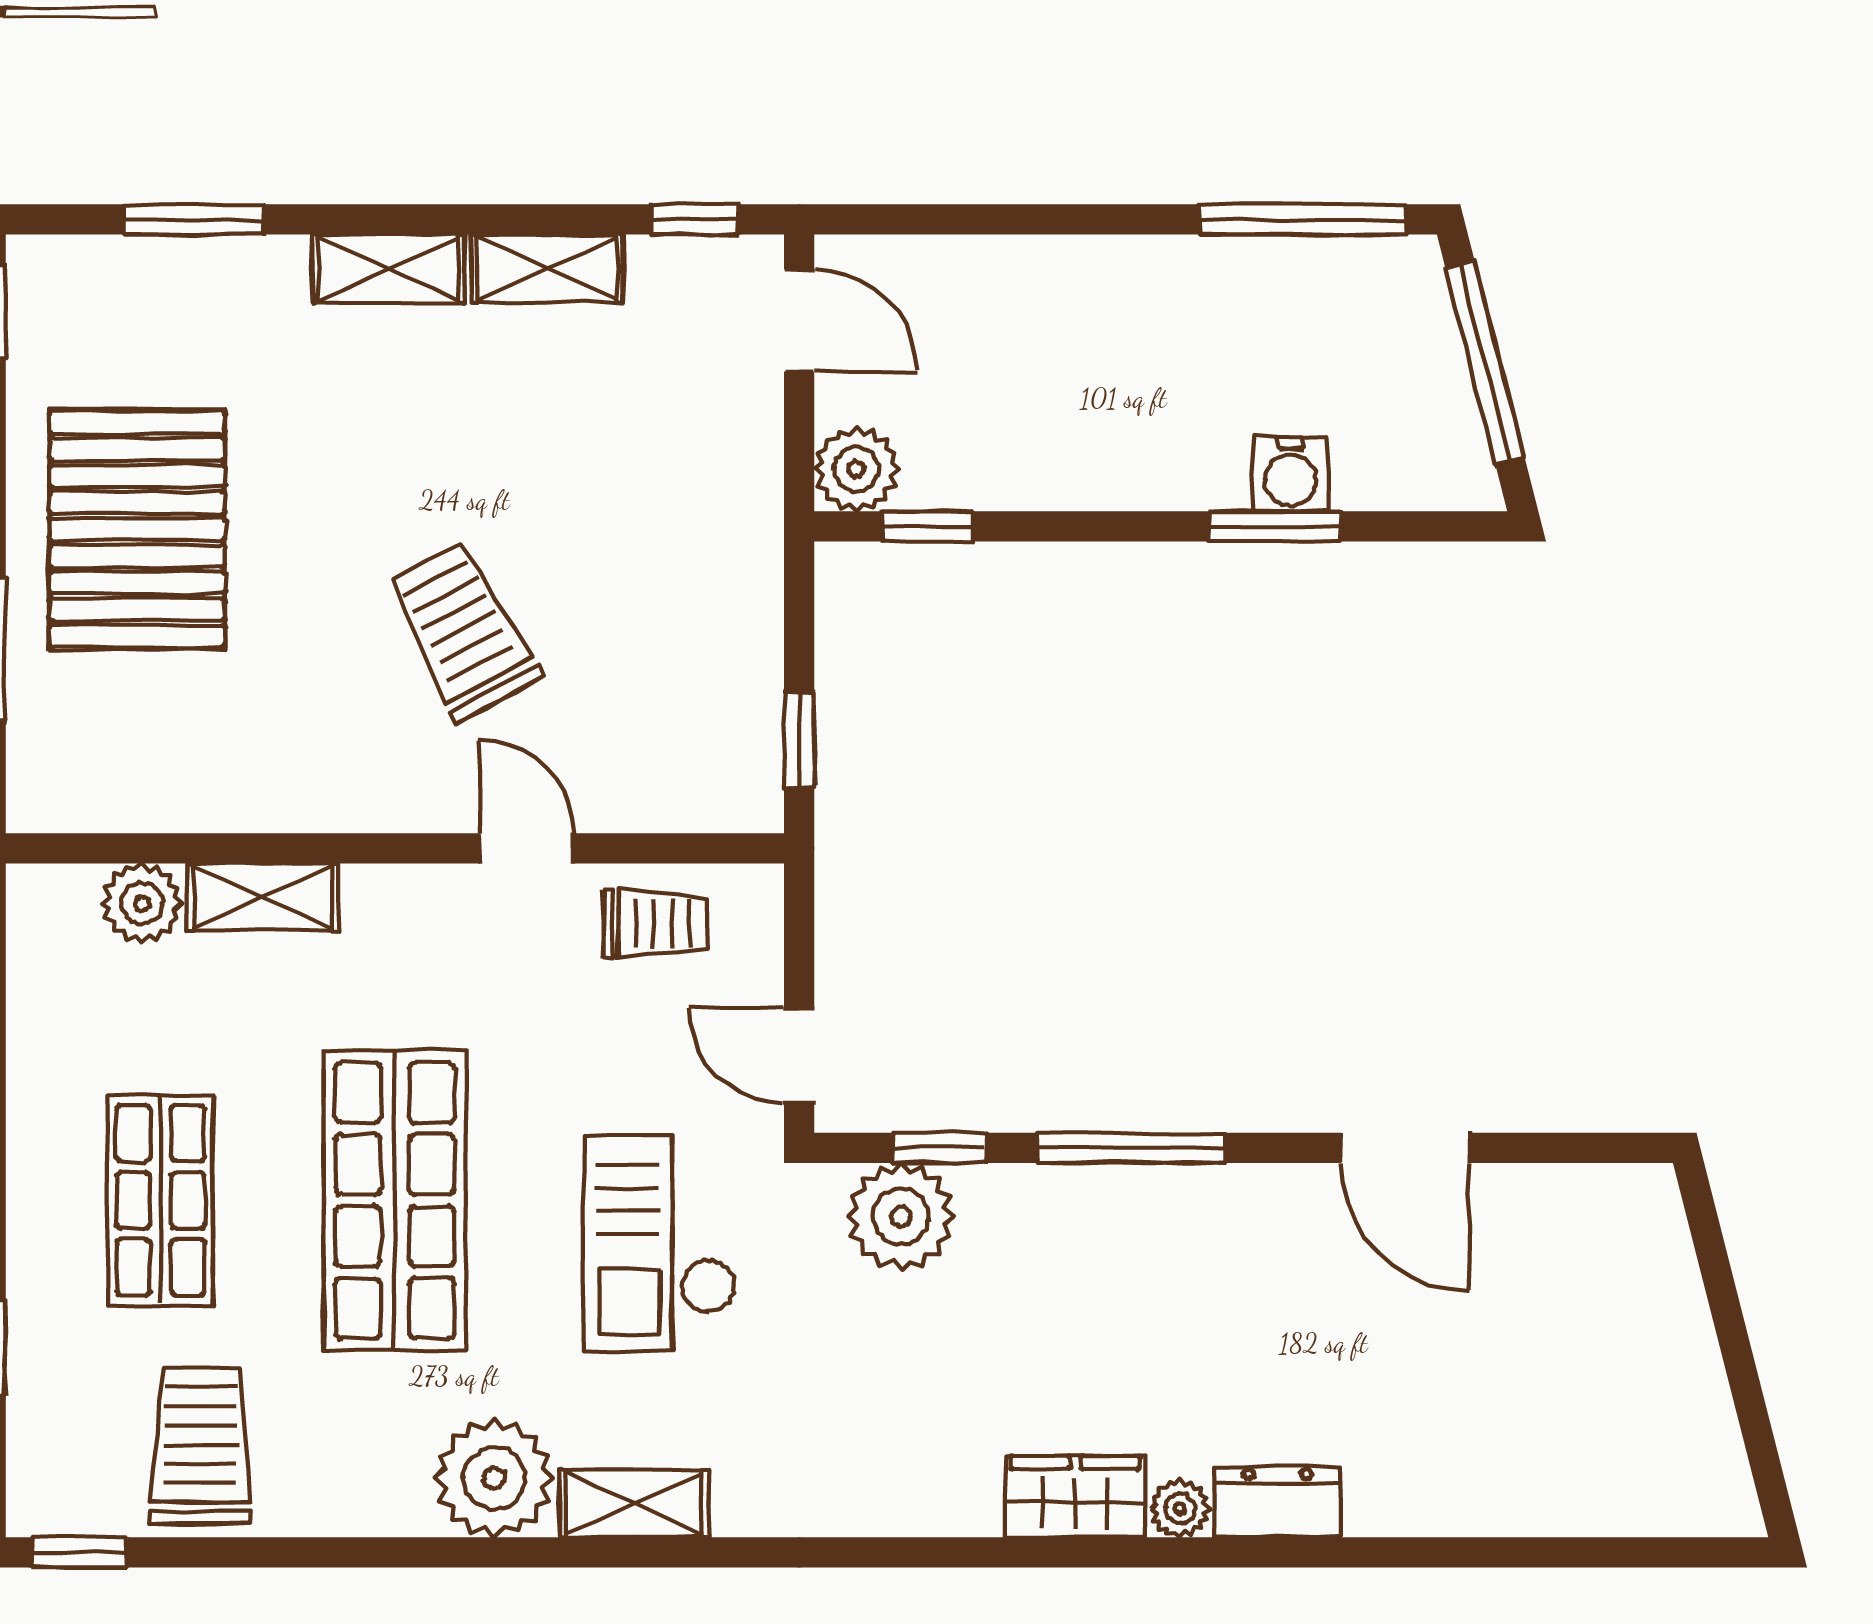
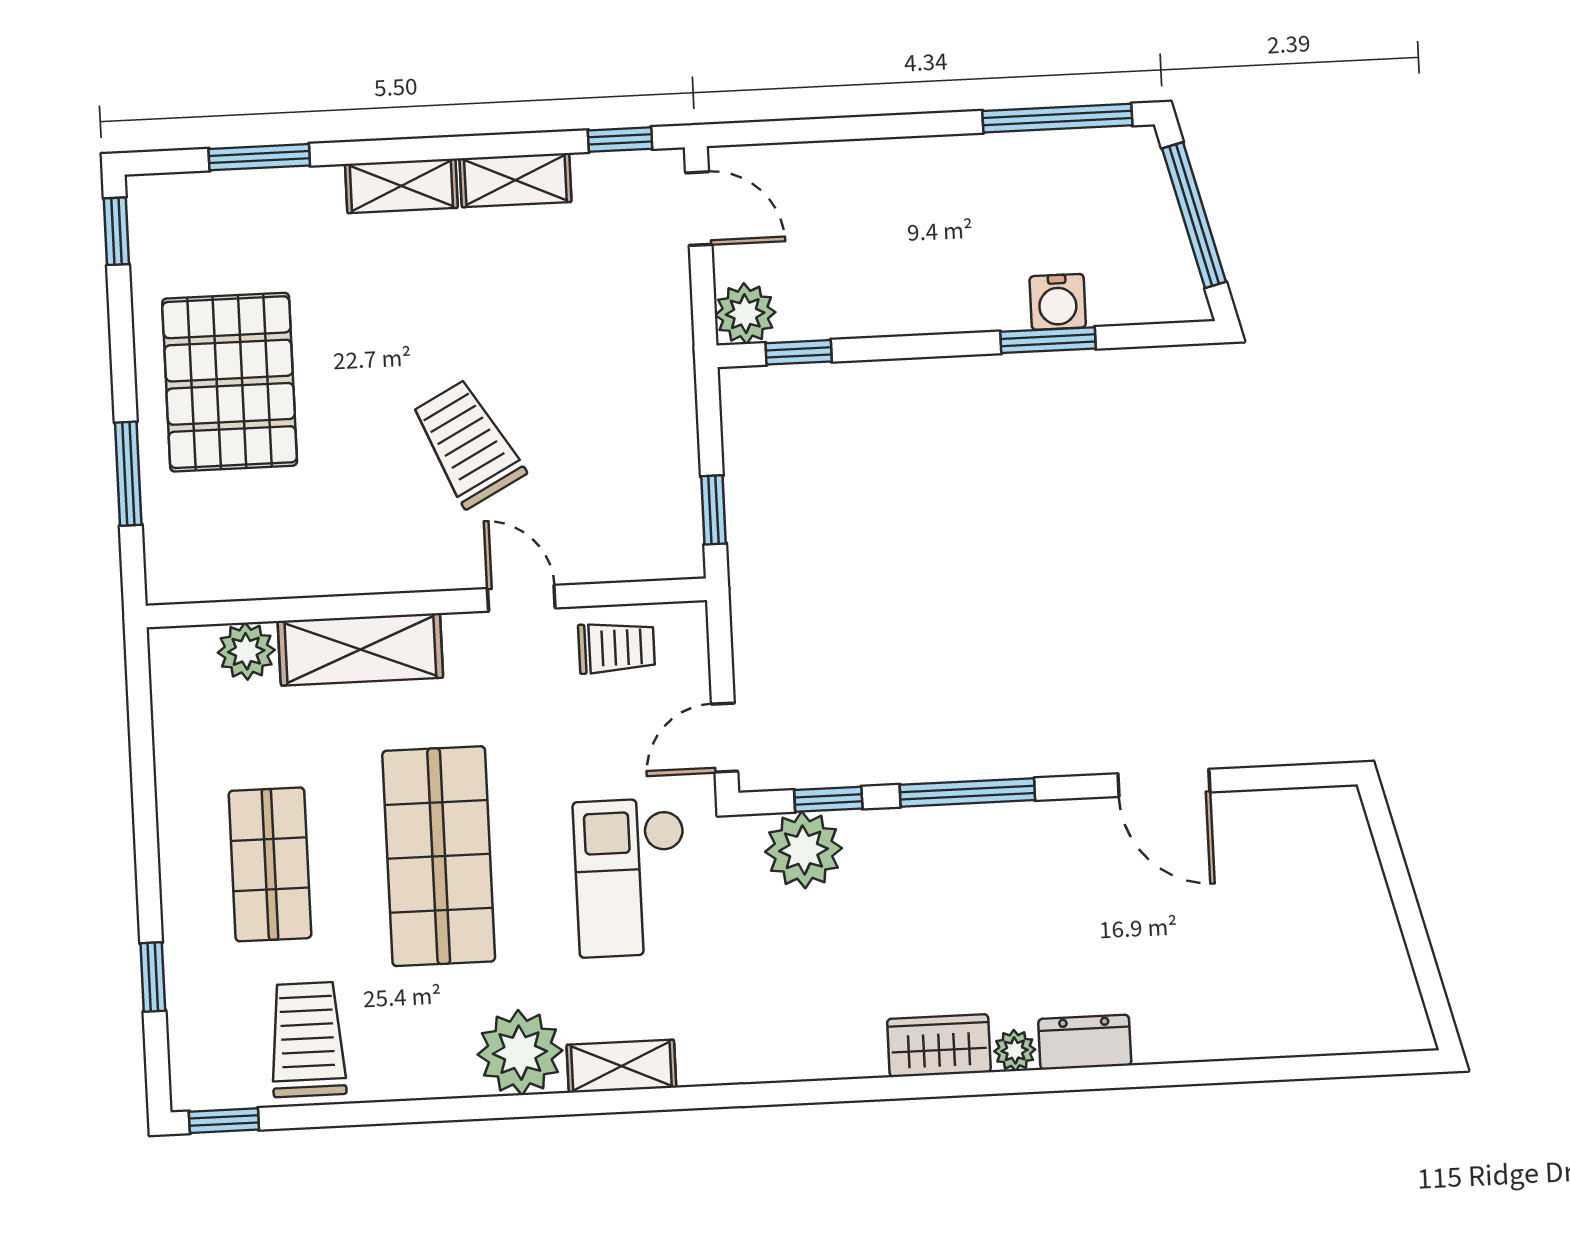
shelving: (263, 897) -> (360, 649), width x1.50, depth x1.33
door: (799, 1056) -> (725, 738), hinge flipped

